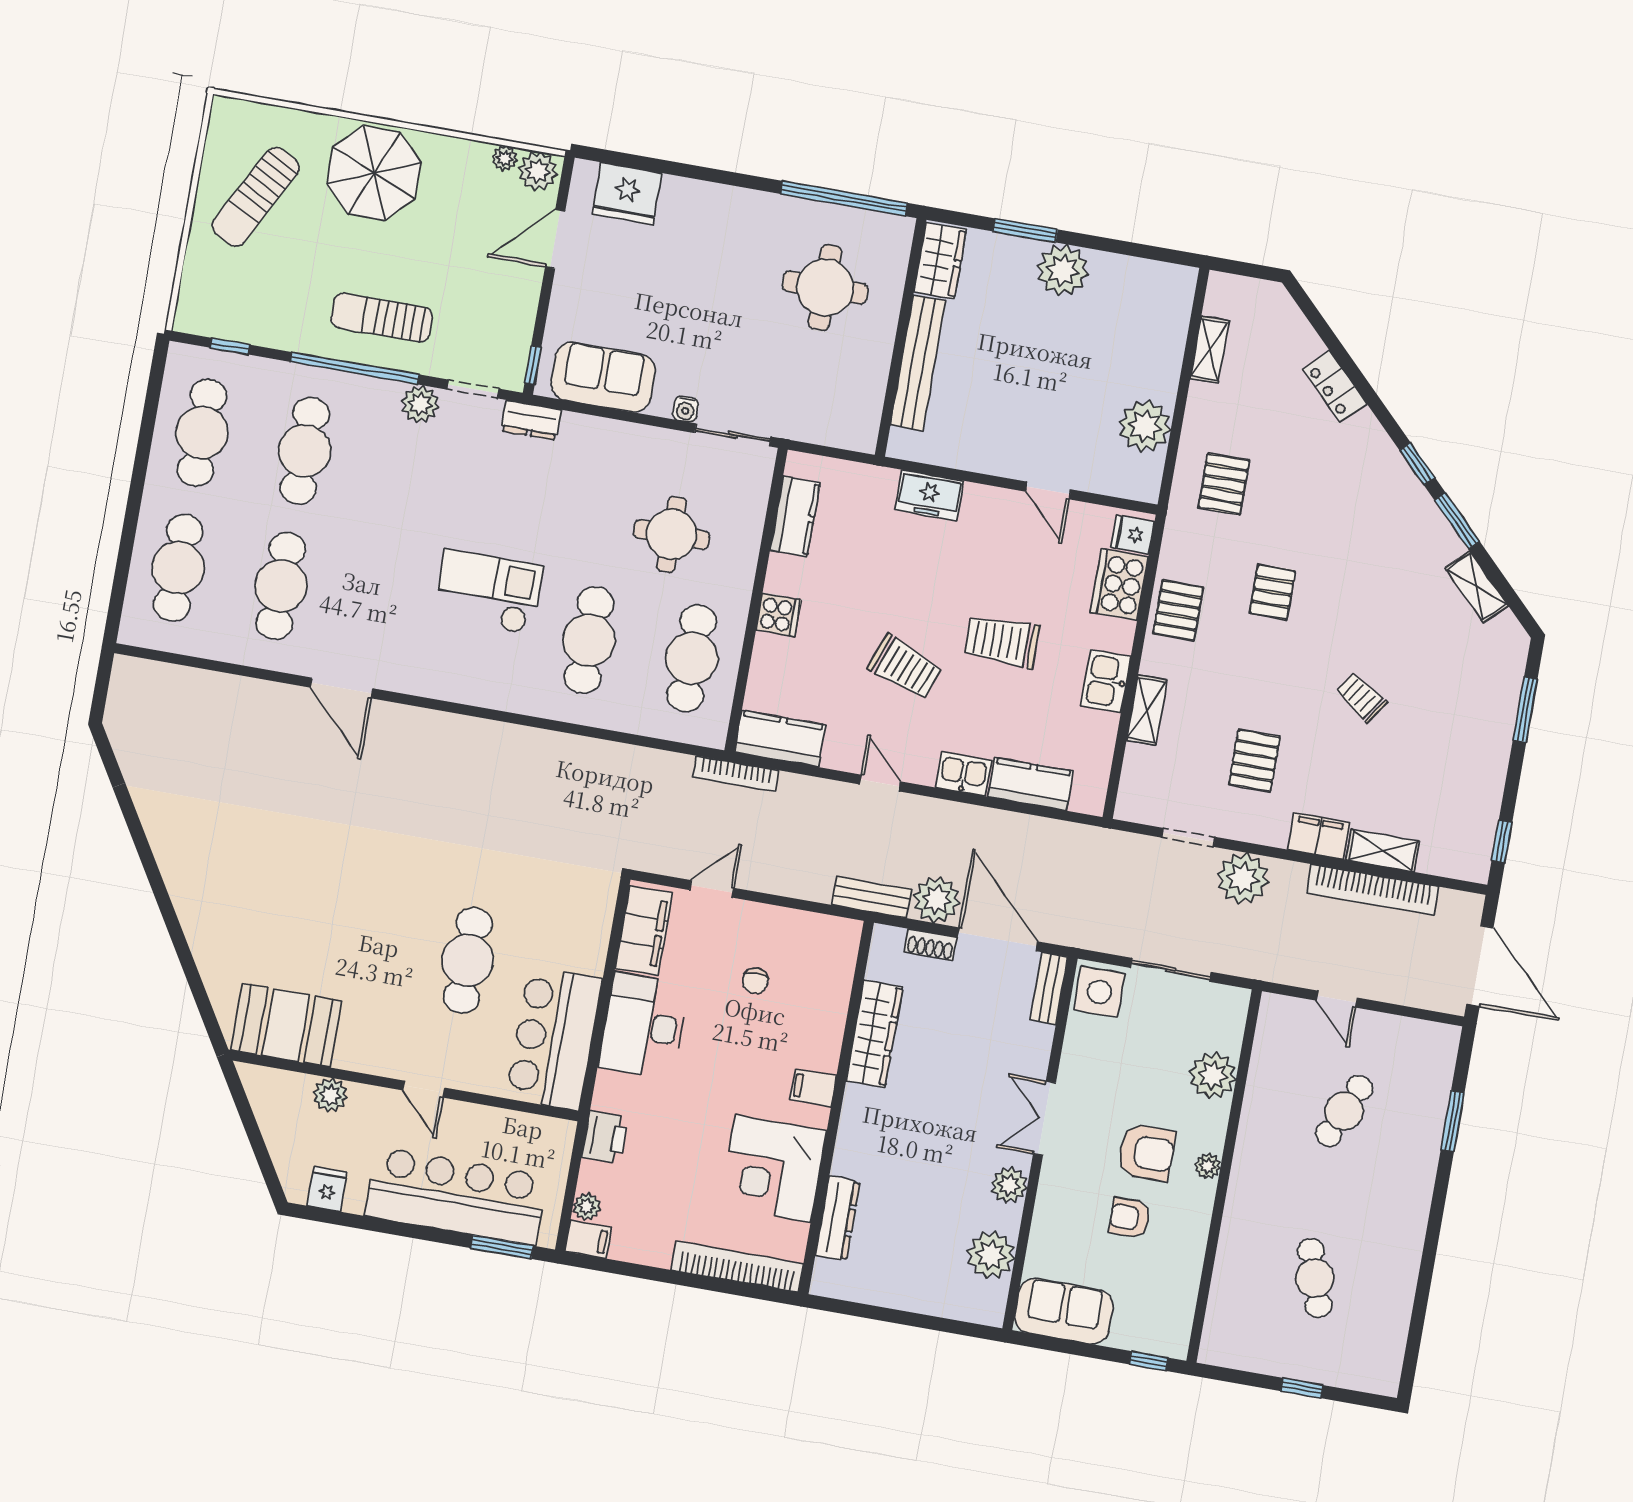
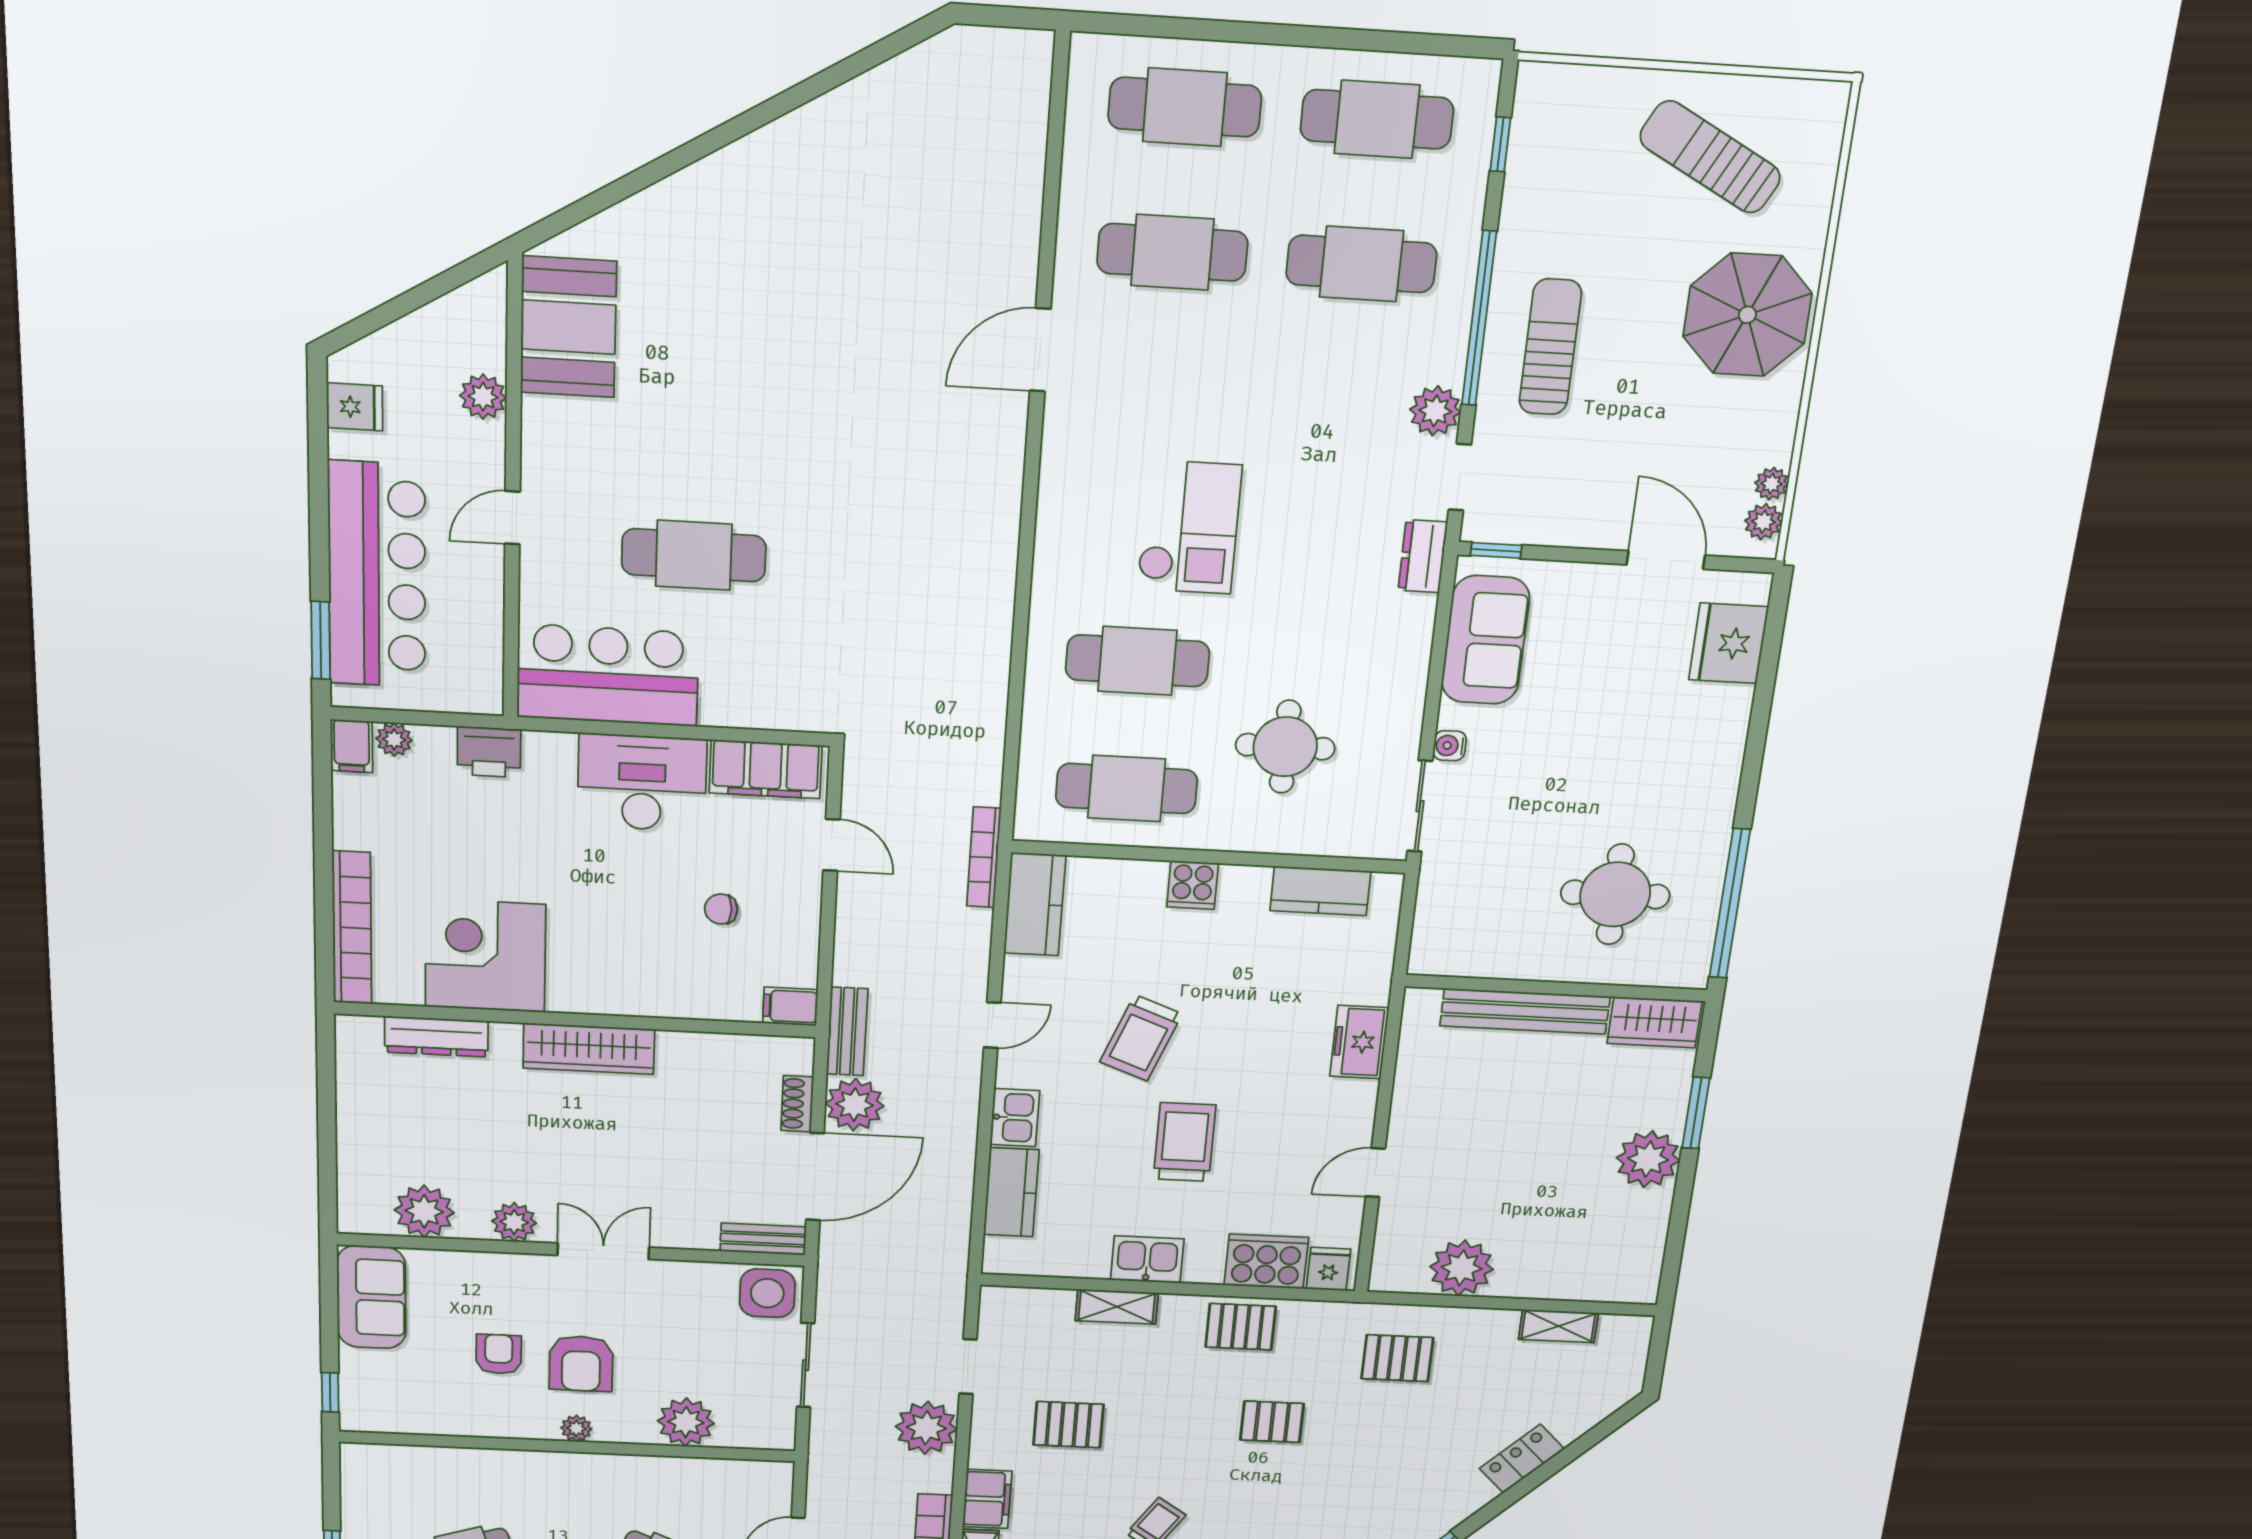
plant: (538, 171) -> (1763, 522), width x0.73, depth x0.73
wardrobe: (874, 1034) -> (589, 1049), moved
filing cabinet: (813, 1088) -> (790, 1006), moved, turned -90

